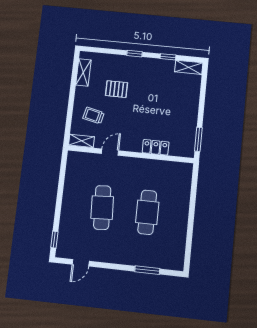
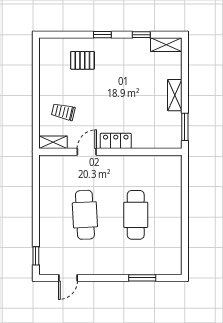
shelving: (83, 73) -> (175, 95), moved
pallet: (117, 89) -> (82, 60), moved
locker: (156, 147) -> (116, 141), moved

